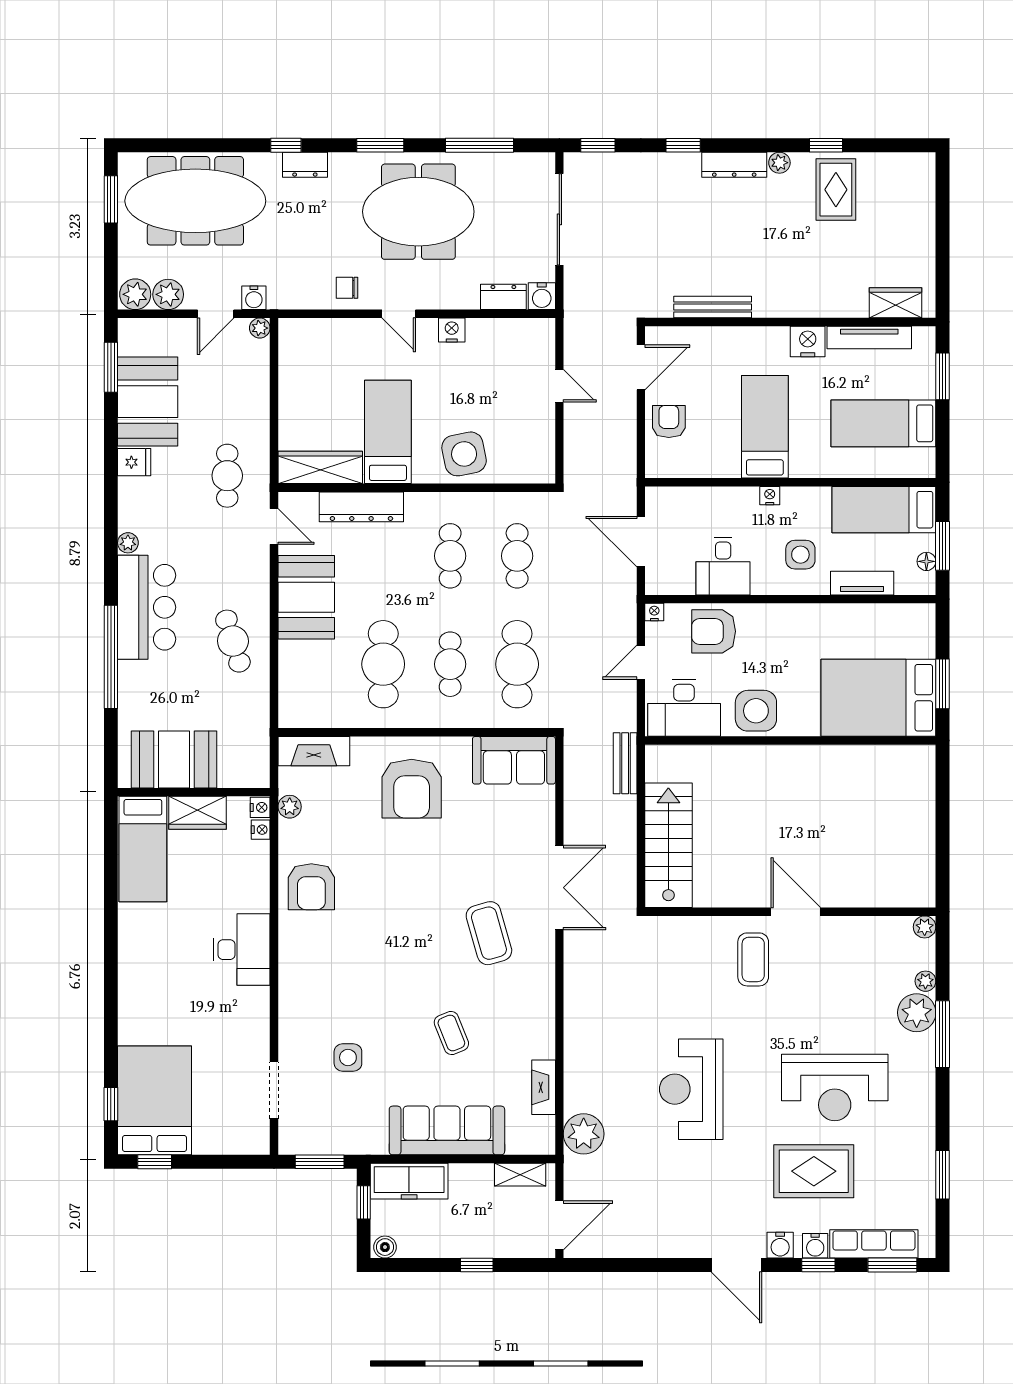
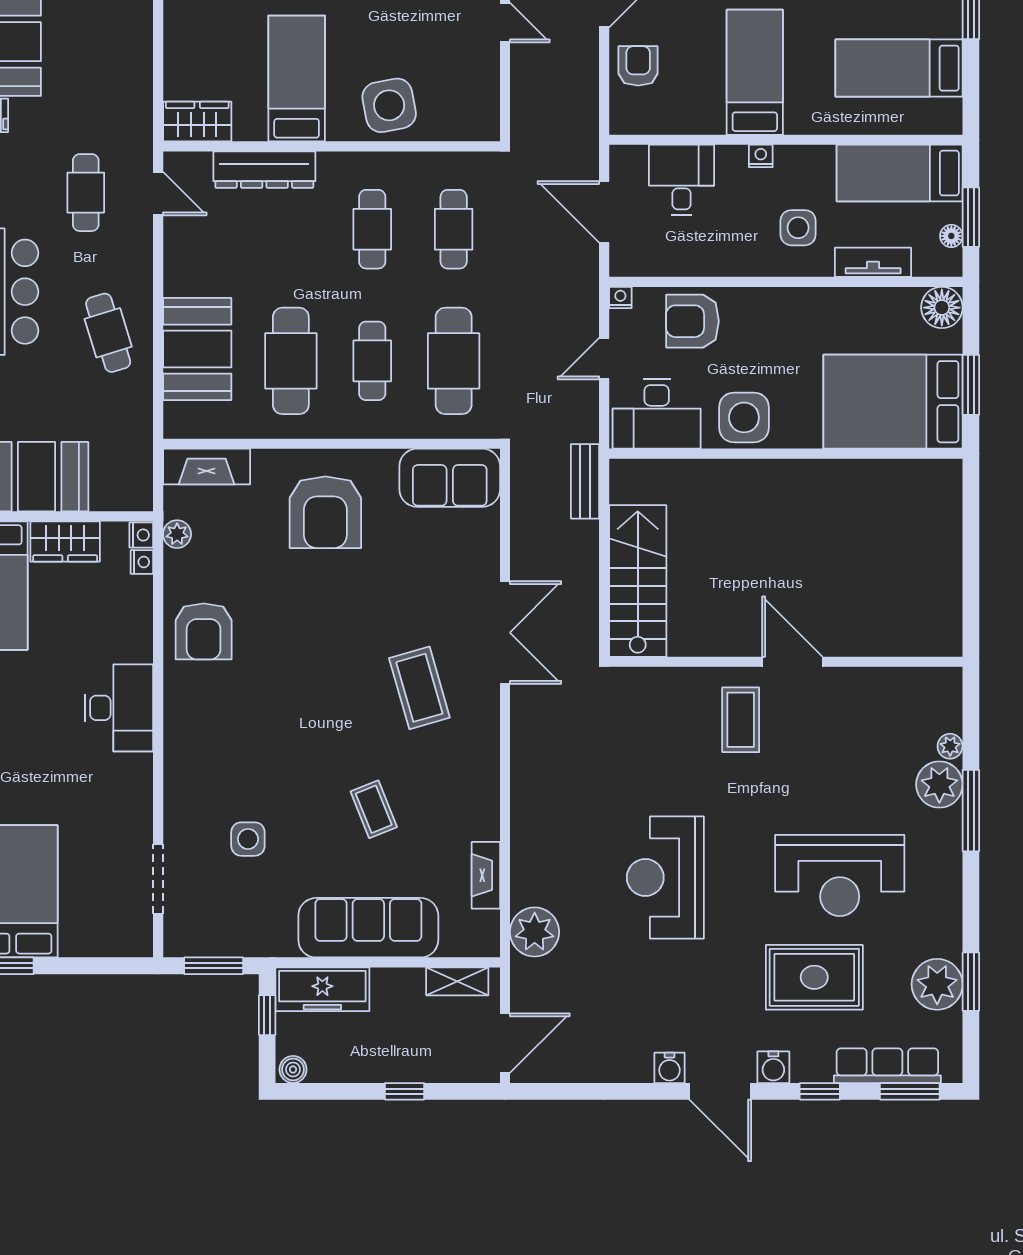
wardrobe: (320, 467) -> (197, 122), width x0.67
cafe table: (227, 476) -> (86, 193), moved
desk: (723, 566) -> (682, 180), moved, turned 180
booth: (306, 597) -> (197, 349), moved
floor lamp: (919, 620) -> (942, 308), added
plant: (925, 927) -> (937, 984), moved, width x1.88, depth x1.88
water cooler: (815, 1246) -> (670, 1068), moved

